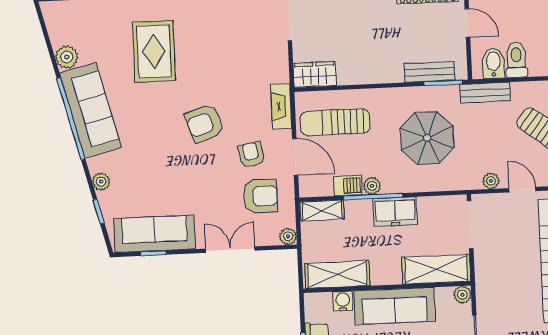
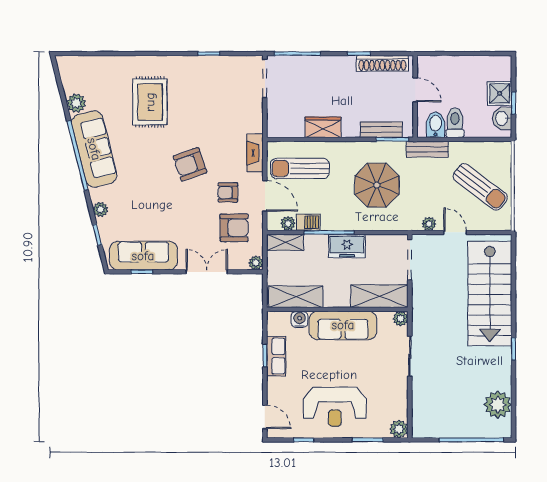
wardrobe: (315, 74) -> (323, 127), moved
armchair: (251, 155) -> (228, 192), turned -79
plant: (372, 186) -> (288, 223), moved

